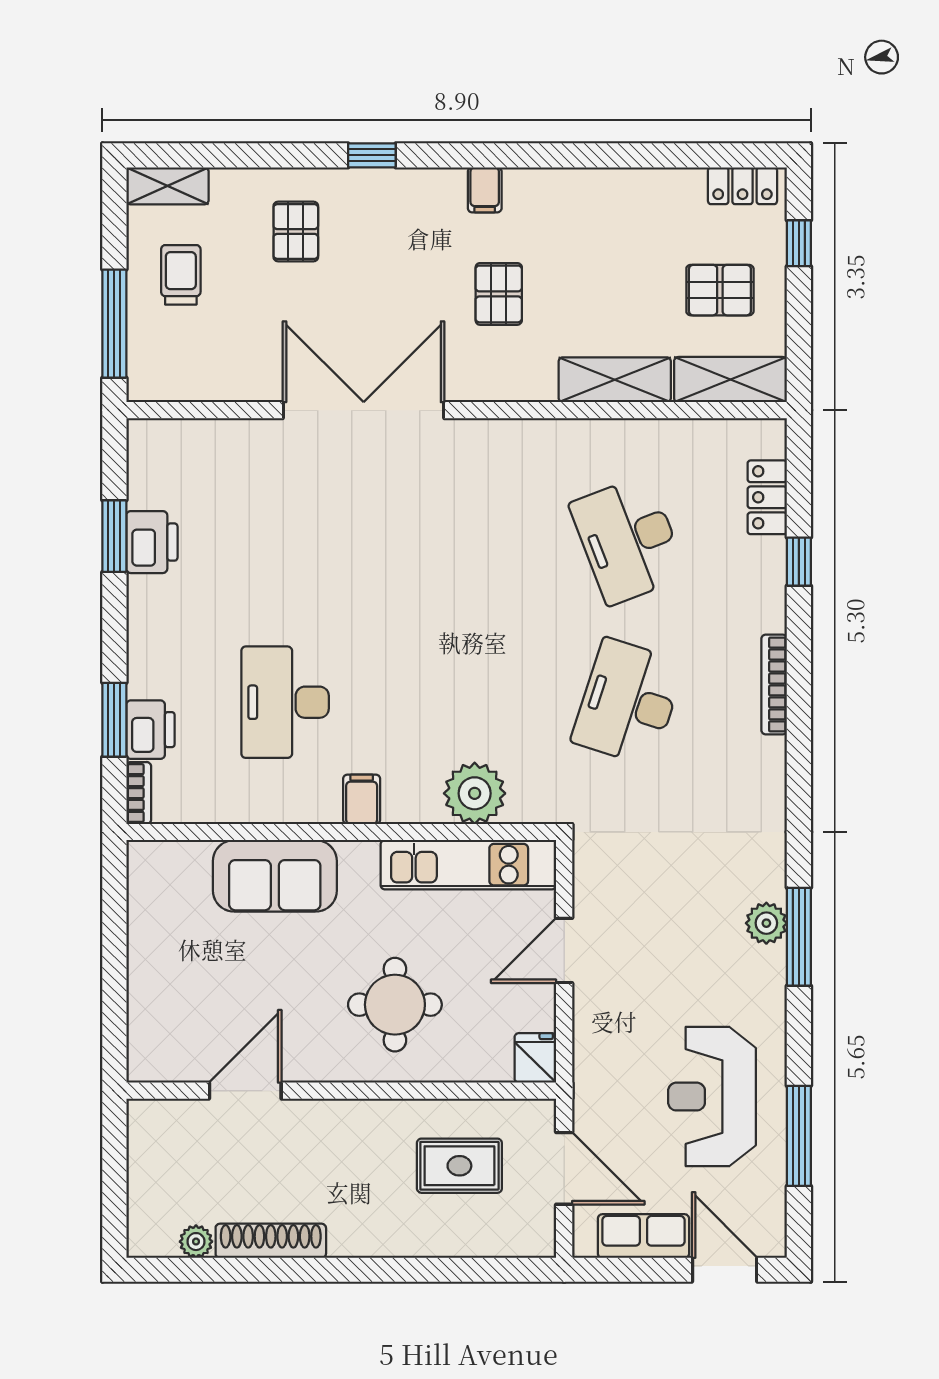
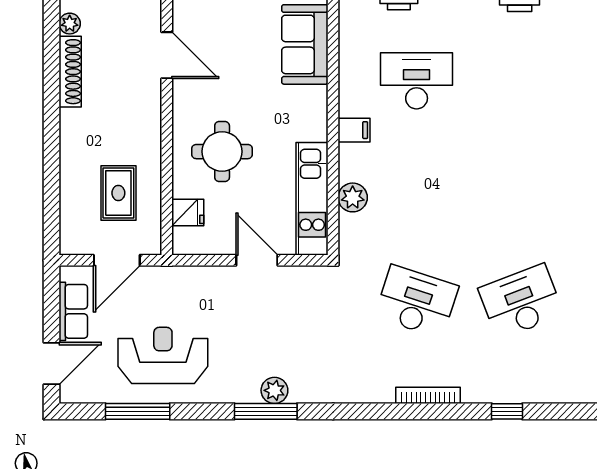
locker: (767, 497) -> (548, 391), removed
plant: (475, 793) -> (353, 197), width x0.73, depth x0.73
sofa: (275, 876) -> (305, 44), moved
fridge: (535, 1058) -> (188, 212), moved

